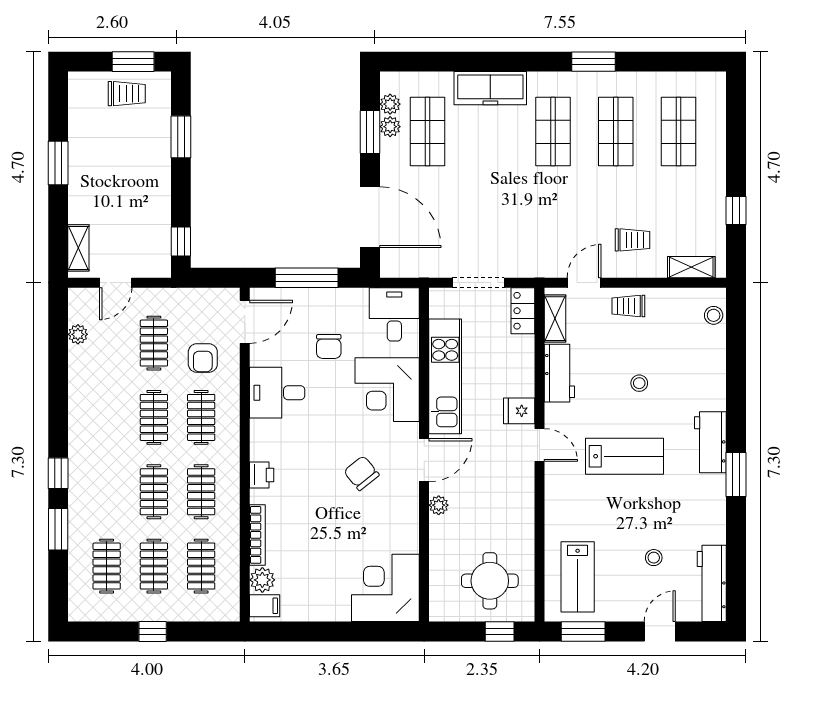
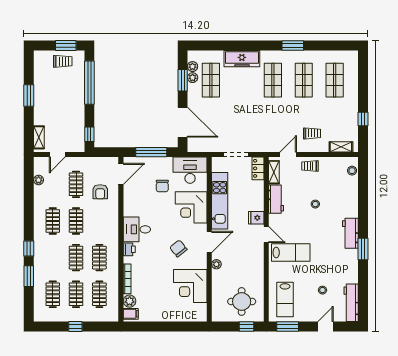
window: (181, 137) -> (89, 83), width x2.11
desk: (394, 314) -> (190, 170), width x1.37
desk: (277, 393) -> (137, 229), moved
clothes rail: (201, 417) -> (53, 221), moved
lab bench: (624, 456) -> (291, 253), moved
corner desk: (385, 588) -> (190, 286), moved, turned -90

